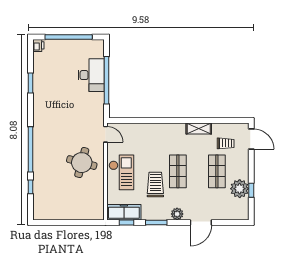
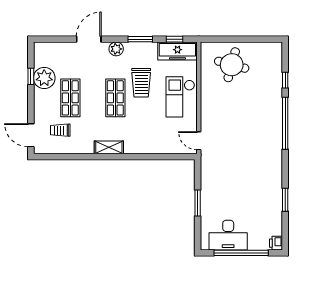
desk: (91, 75) -> (228, 235), moved, turned -90
window: (106, 80) -> (198, 203), width x0.47
shelving: (199, 129) -> (109, 147), moved
round table: (82, 163) -> (232, 65), moved

